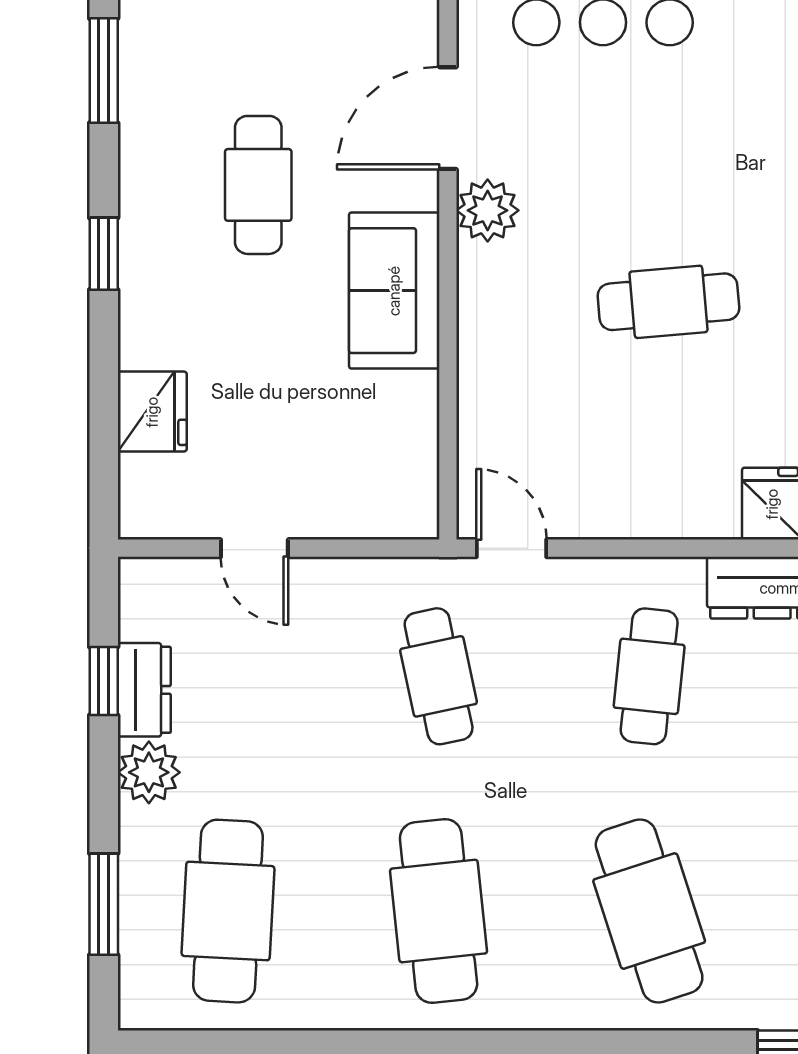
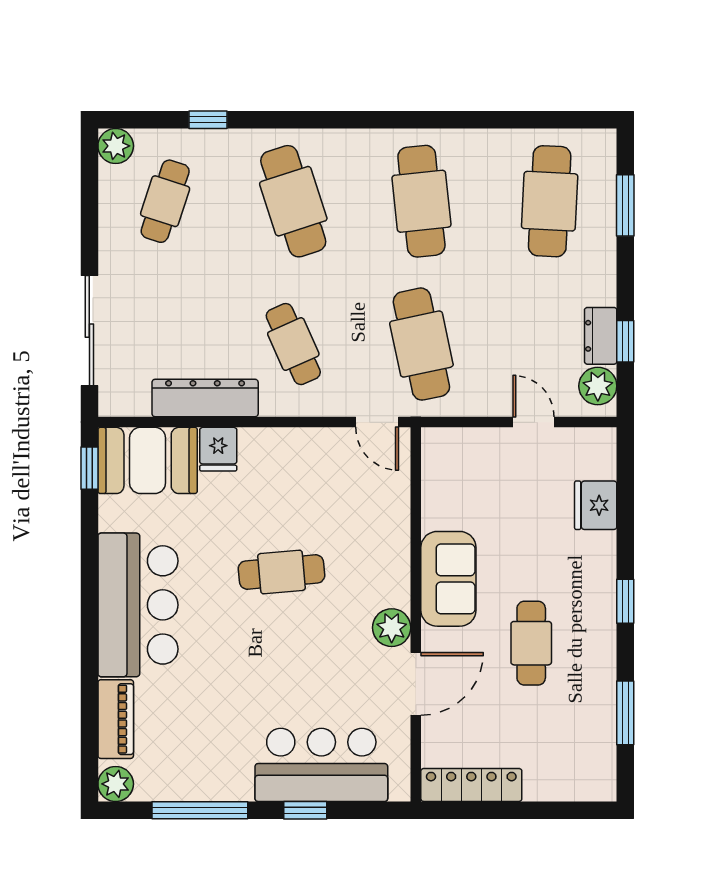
cafe table: (439, 676) -> (421, 344), width x1.37, depth x1.35
cafe table: (649, 676) -> (293, 344), turned -30
plant: (149, 772) -> (598, 386), moved

